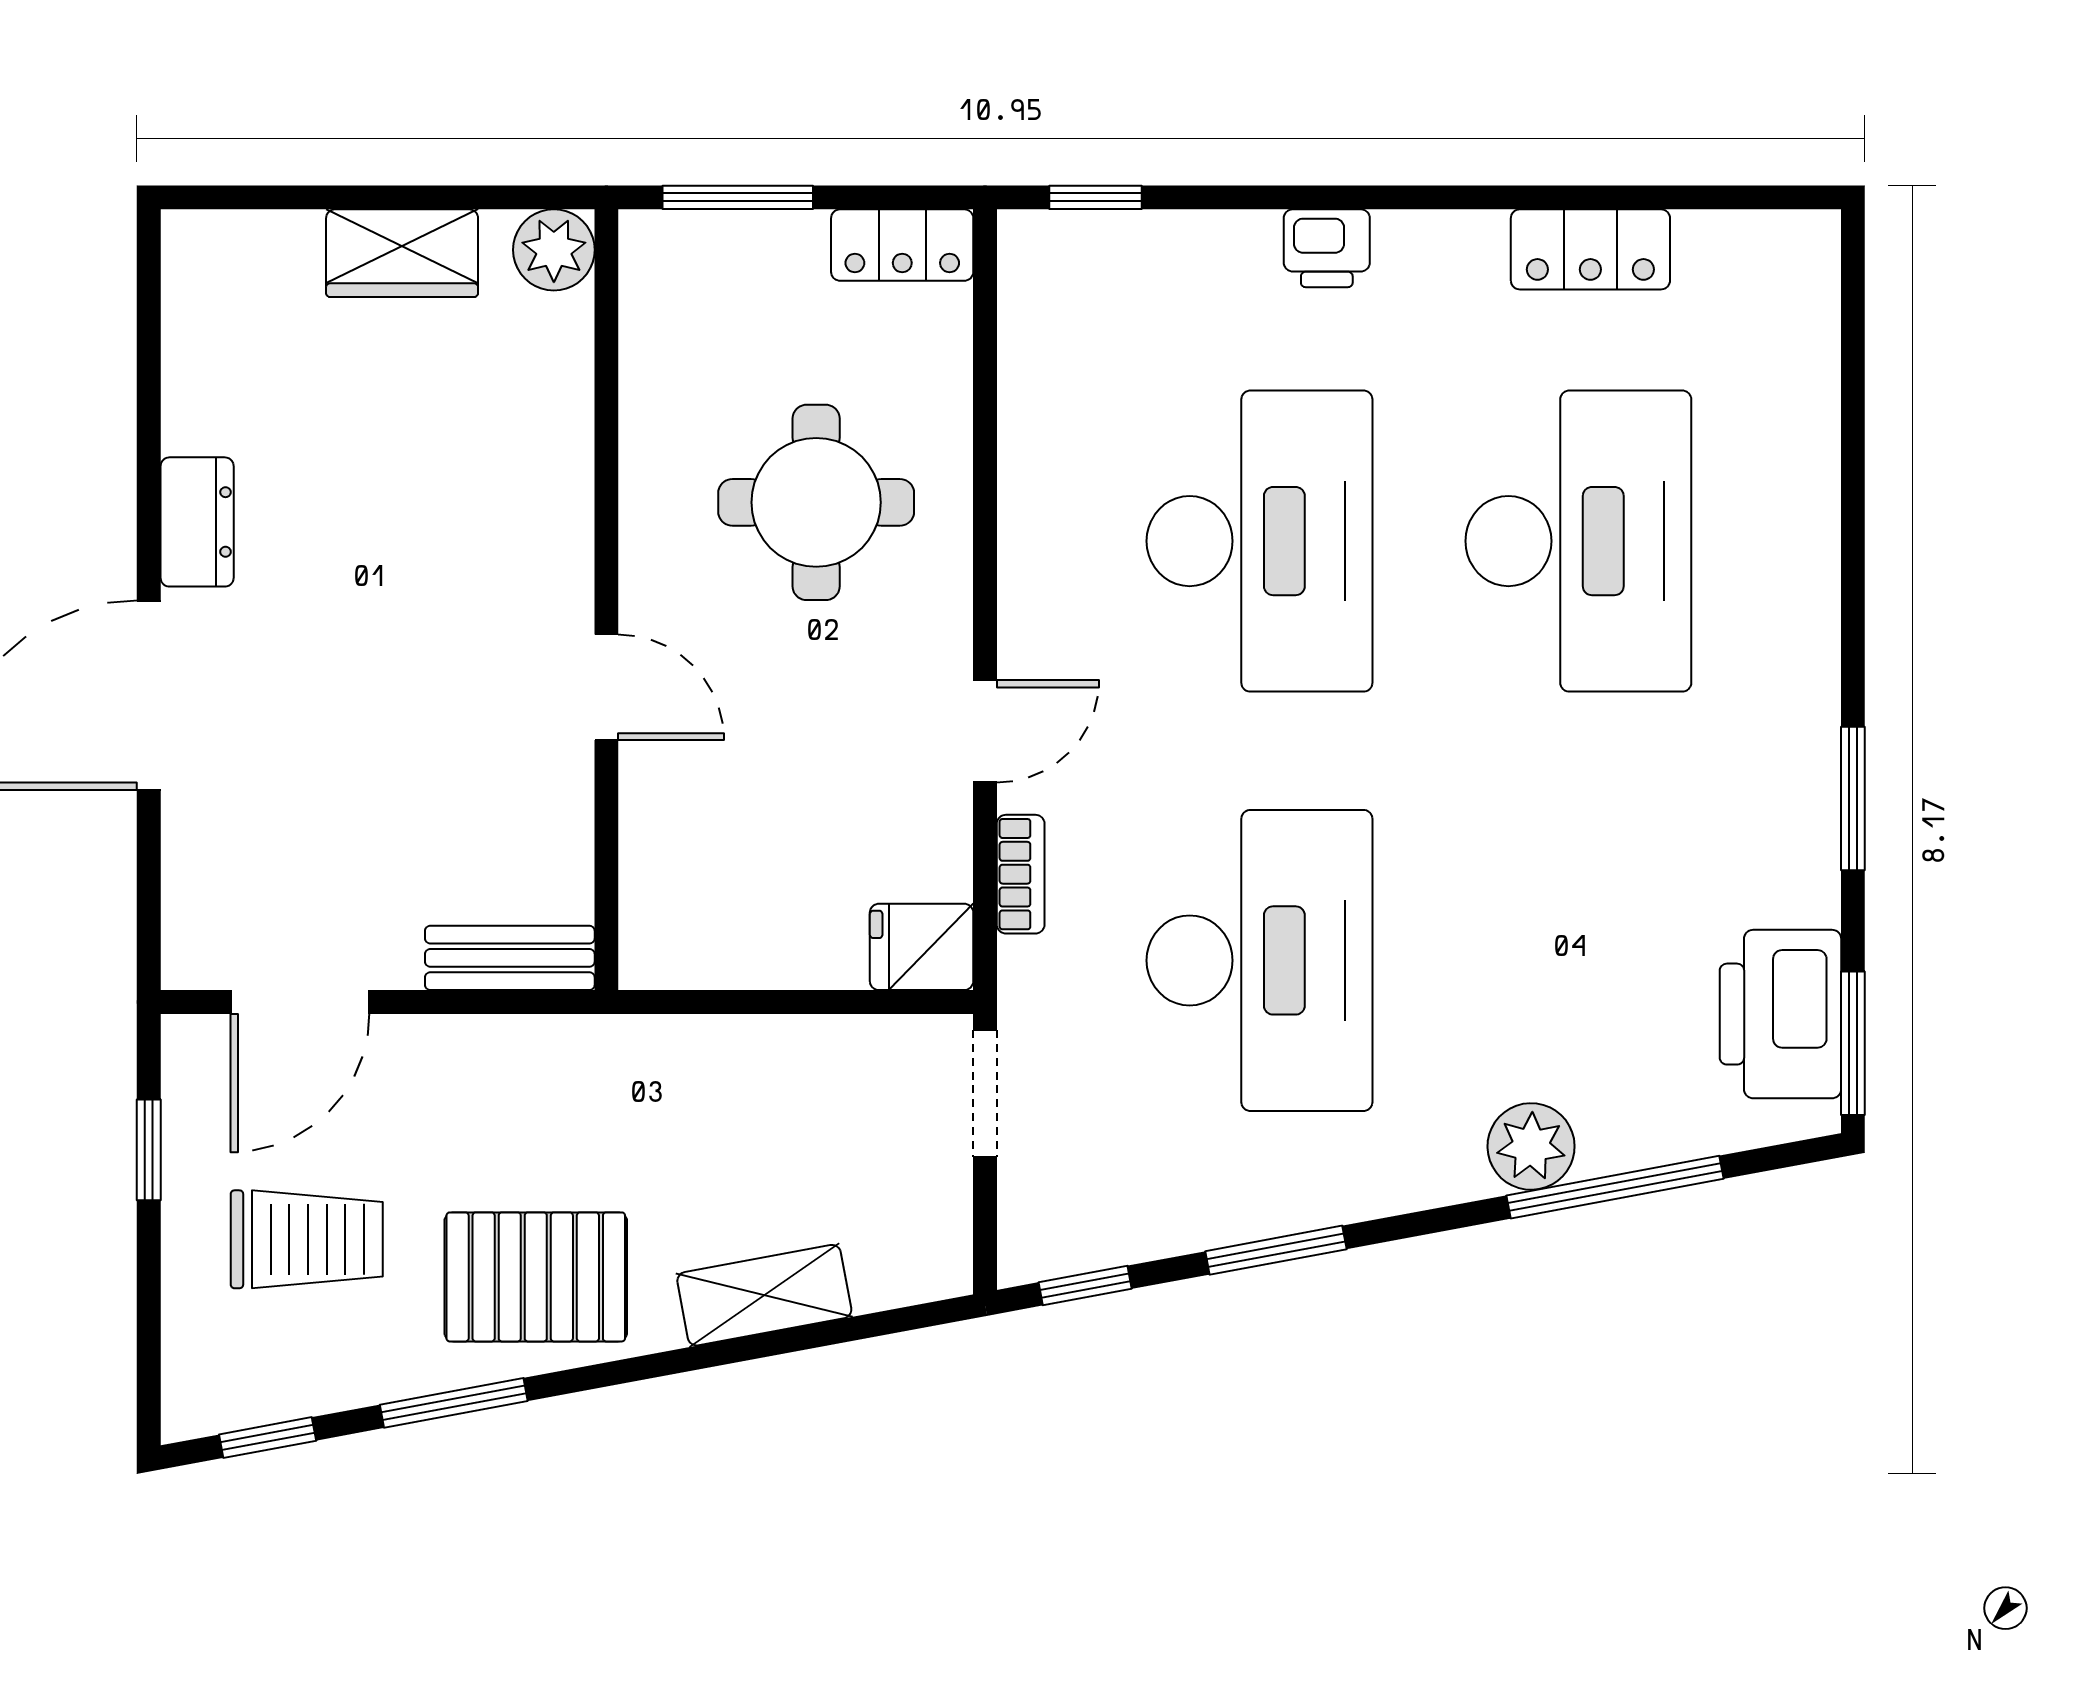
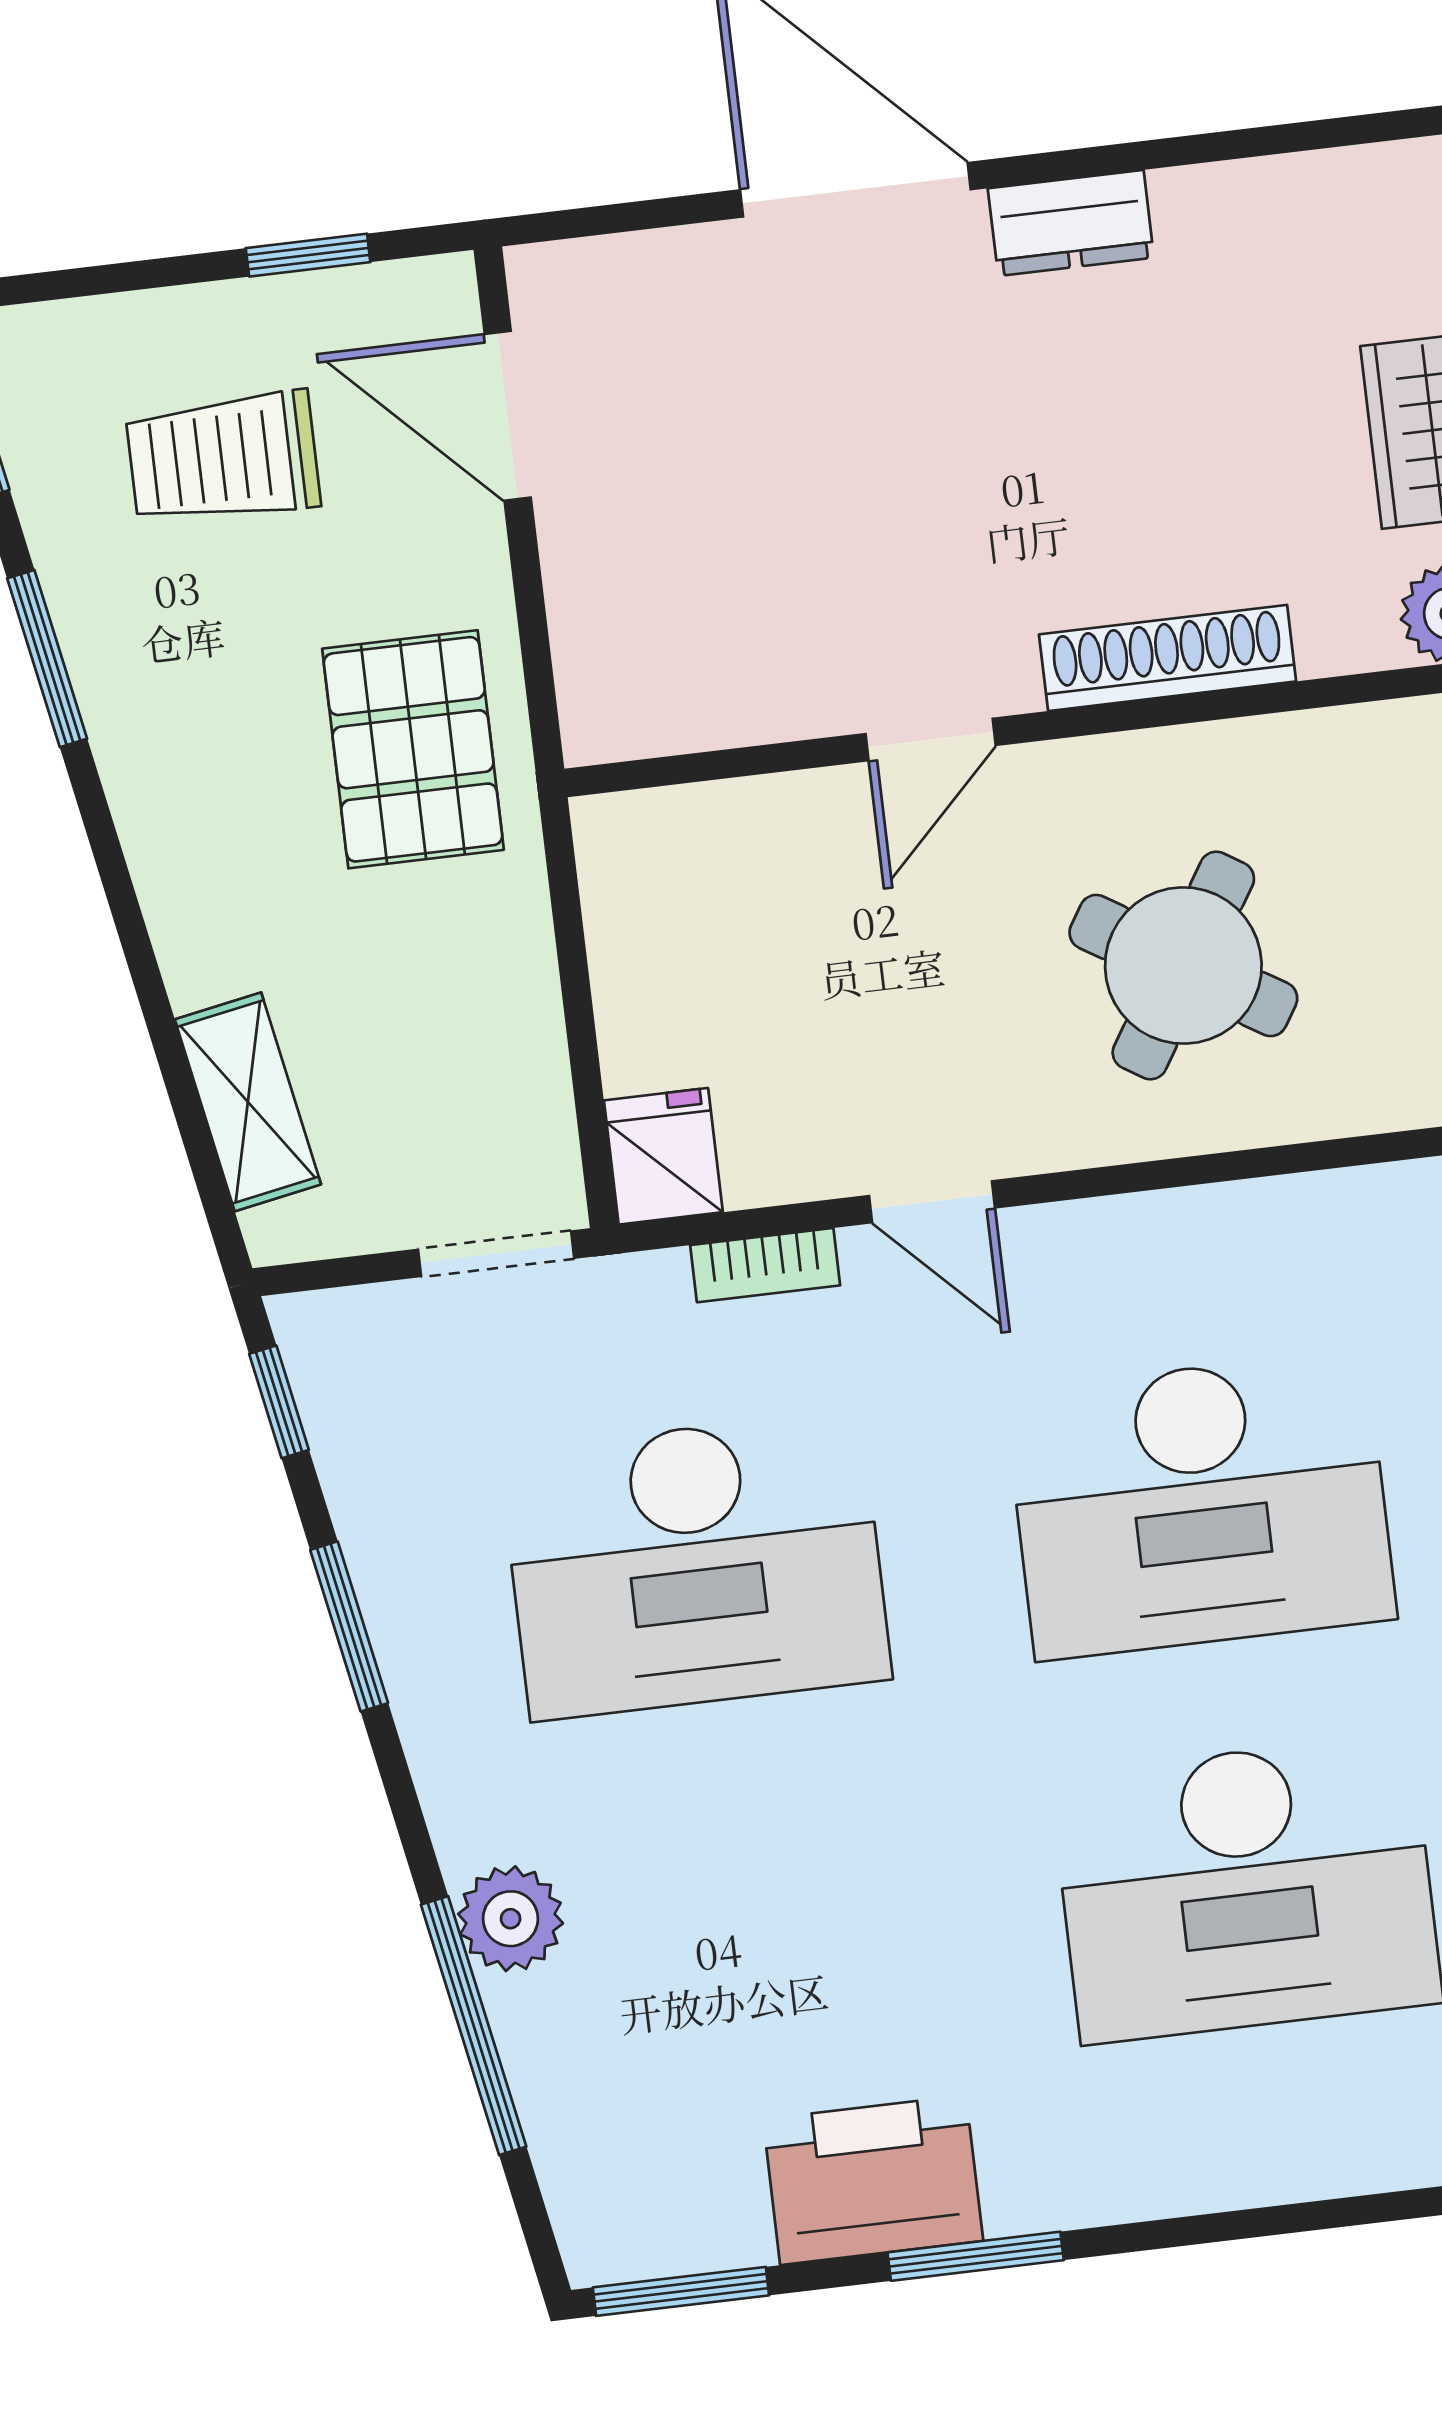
shoe rack: (563, 485) -> (1168, 658), added
round table: (816, 502) -> (1183, 966), turned 32
bench: (510, 958) -> (591, 662), removed
printer: (1780, 1014) -> (873, 2180), moved
trolley: (307, 1239) -> (223, 458), turned 90
pallet: (536, 1277) -> (413, 749), moved
shelving: (764, 1295) -> (248, 1102), moved

